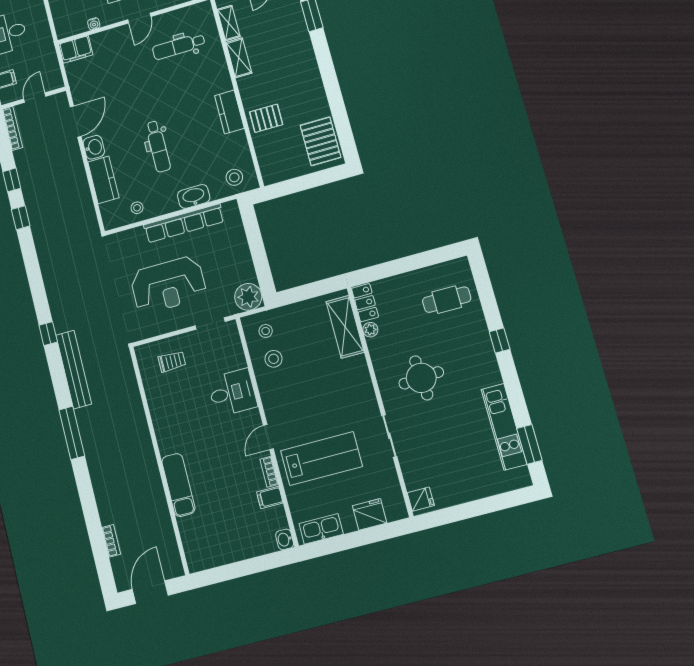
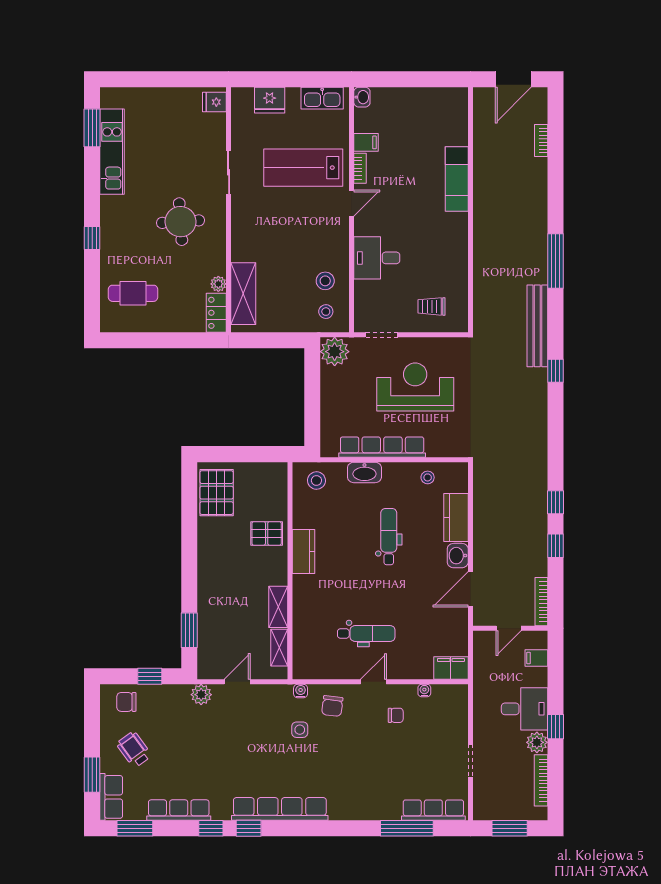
dental chair: (179, 46) -> (366, 633), moved

